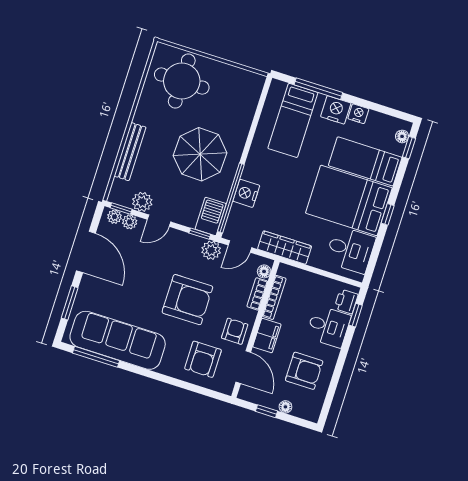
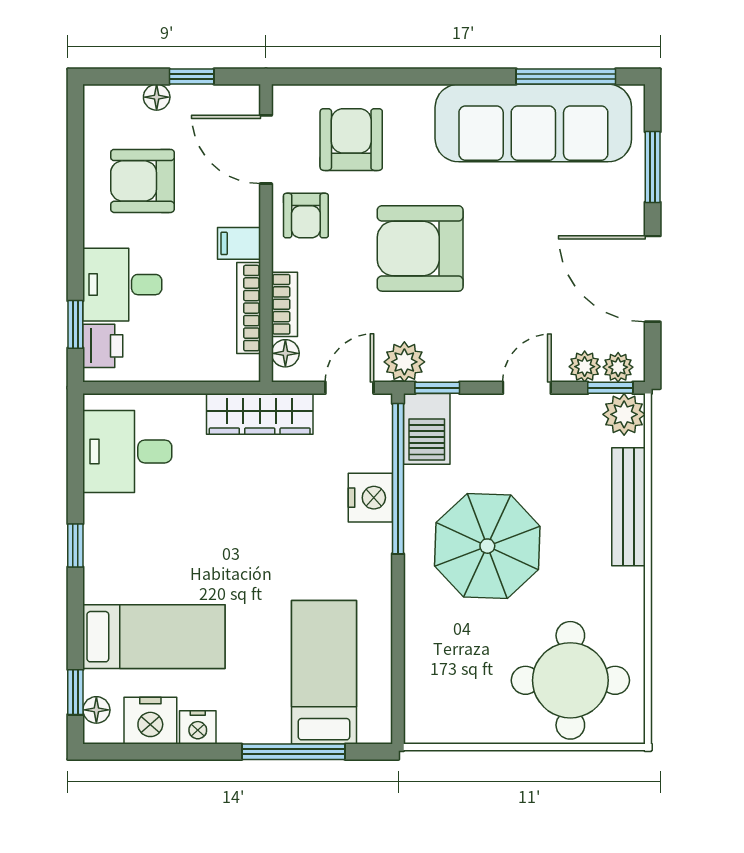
nightstand: (336, 110) -> (150, 721), moved
bed: (349, 200) -> (162, 549), removed
plant: (142, 202) -> (624, 414), moved
filing cabinet: (267, 336) -> (239, 243), width x0.50

